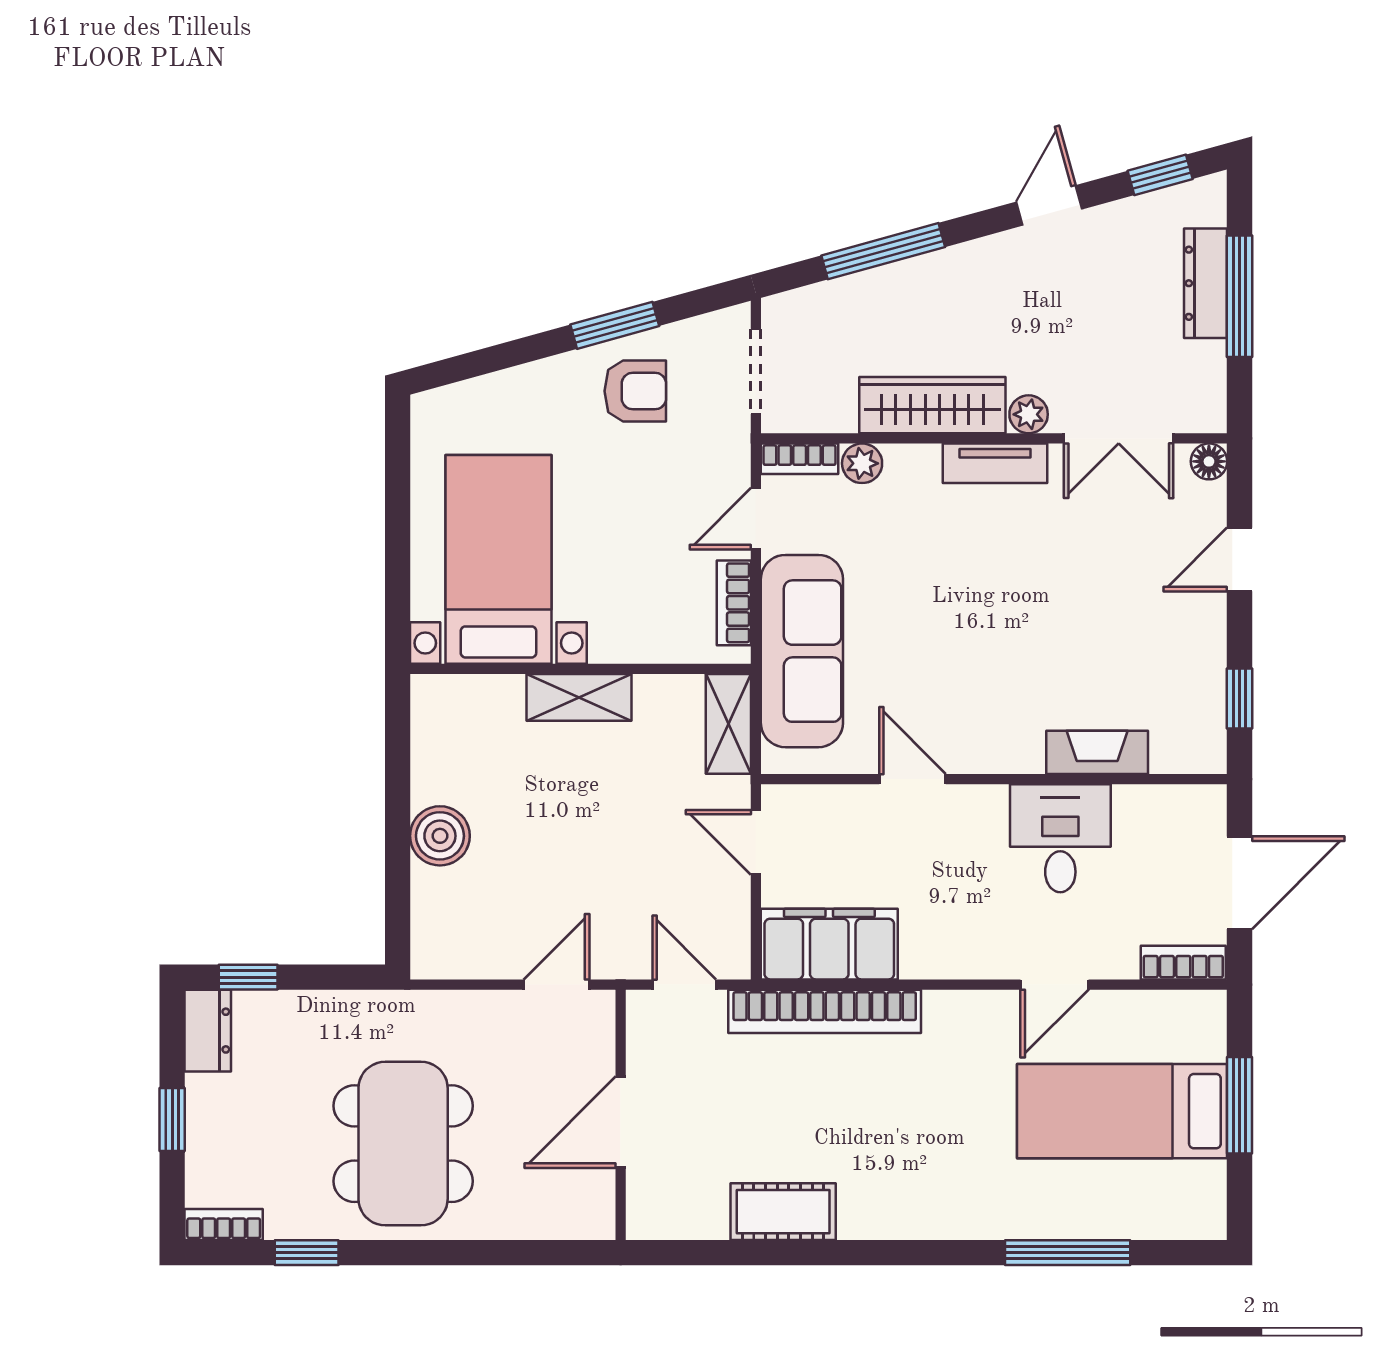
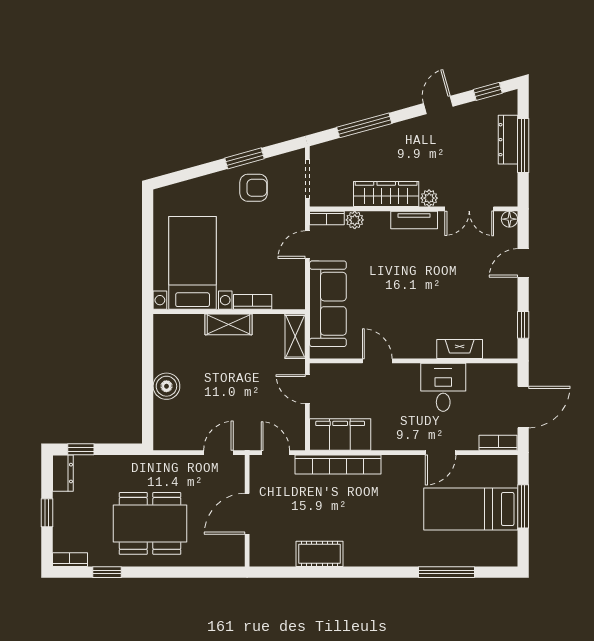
bookcase: (734, 603) -> (253, 302), moved, turned 90
dining table: (403, 1144) -> (150, 523), turned 90

